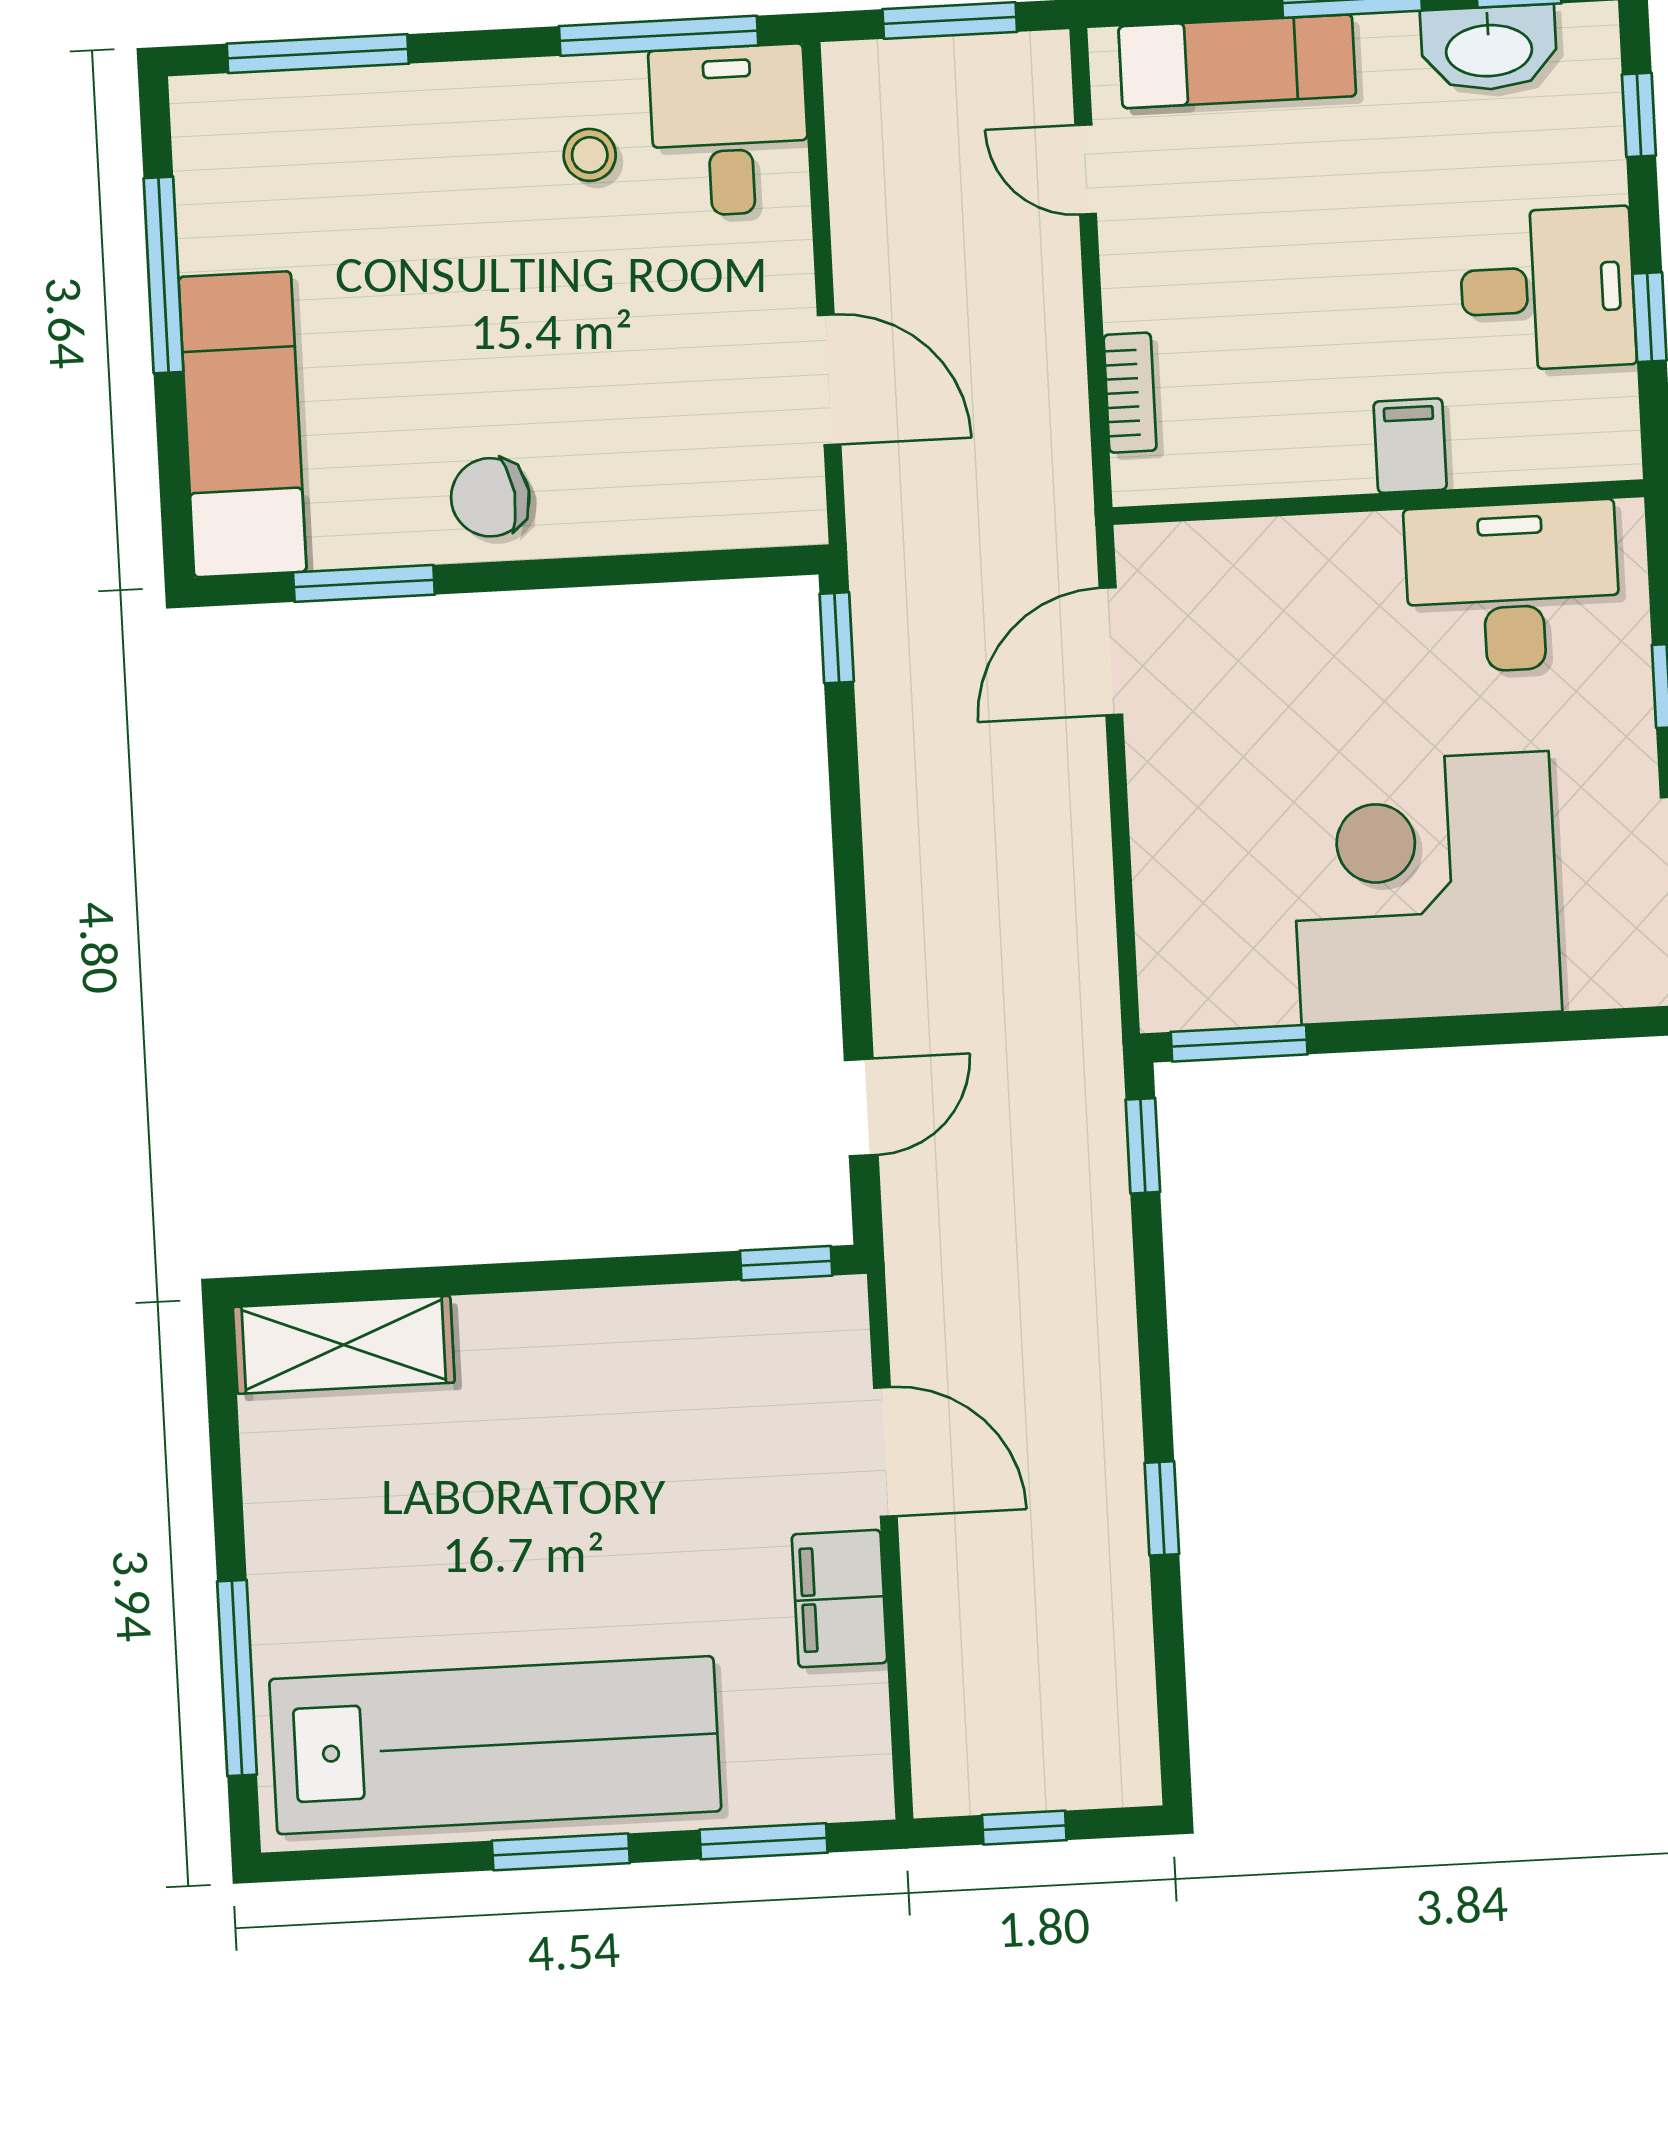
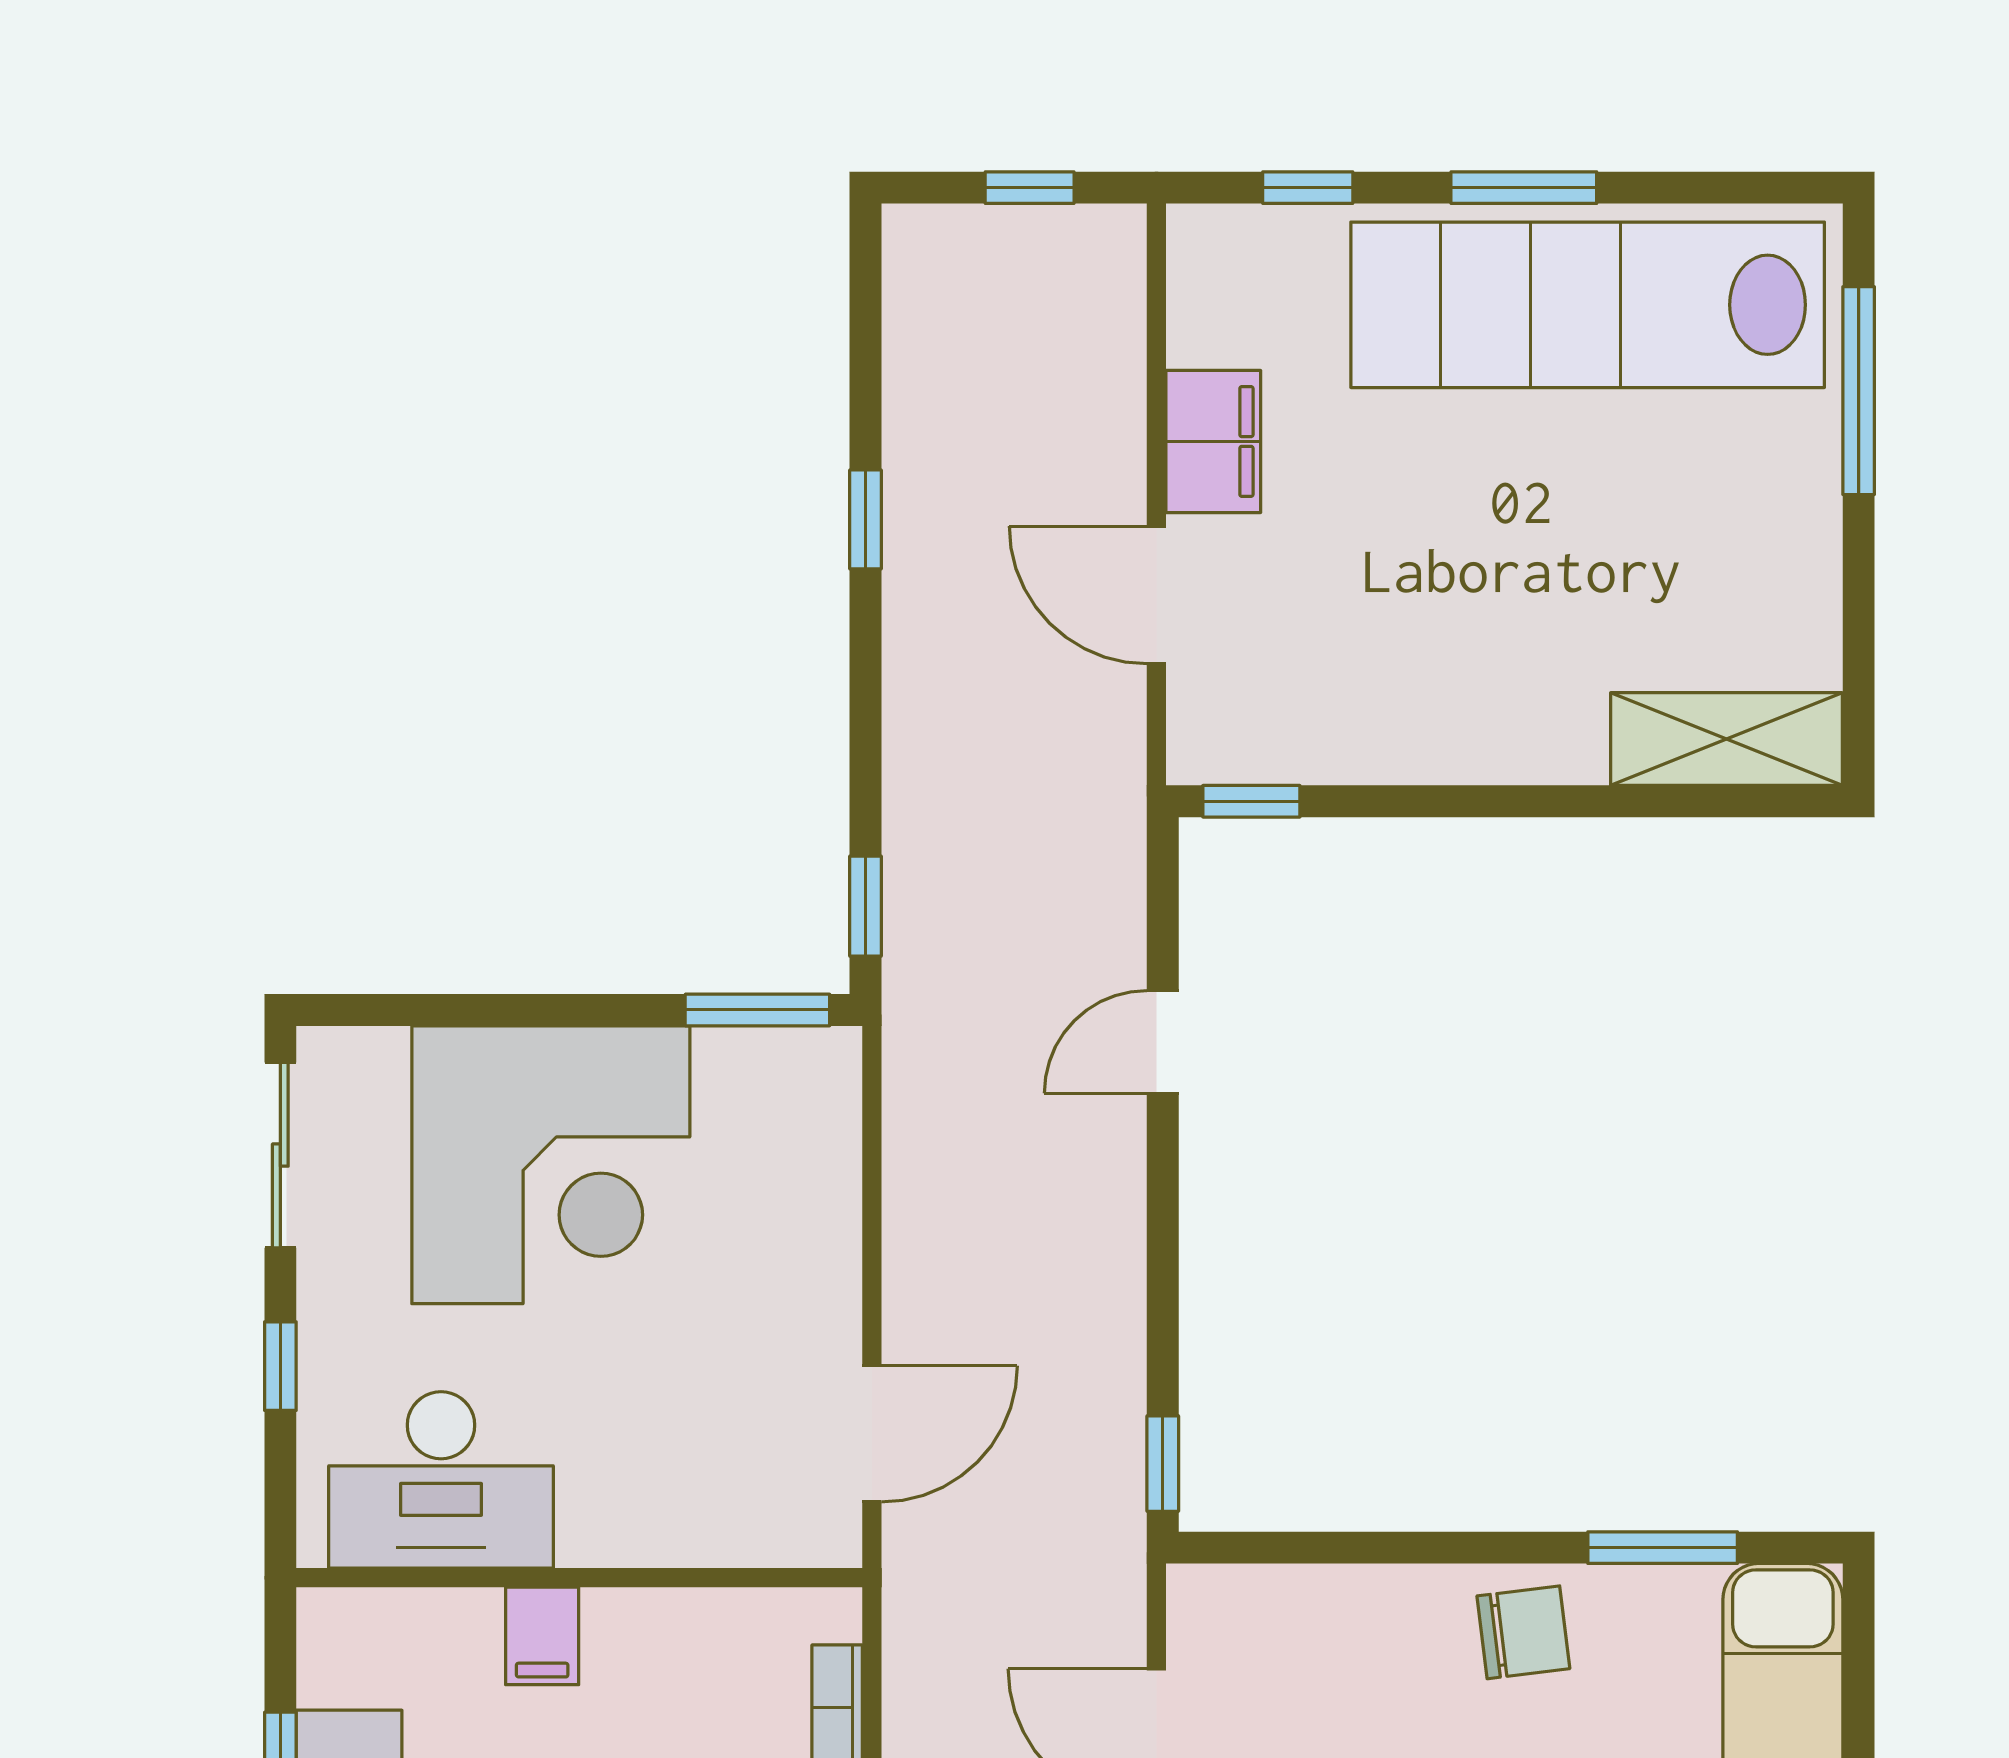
door: (861, 1107) -> (1163, 1042), moved
window: (763, 1841) -> (1308, 188), width x0.67

